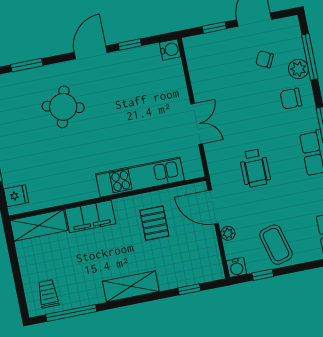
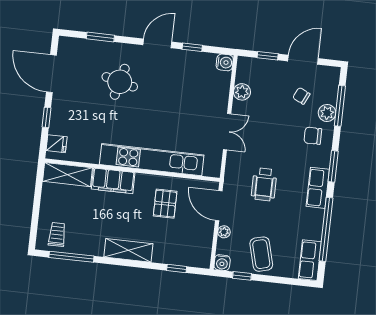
plant: (199, 76) -> (242, 92), added
kitchen unit: (140, 177) -> (152, 160), width x1.36

